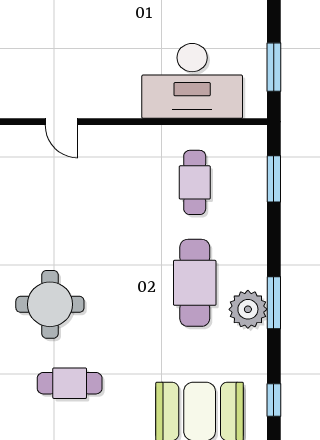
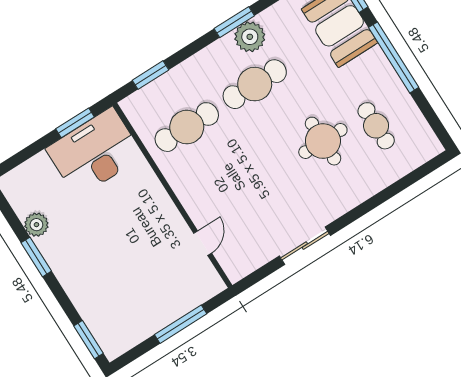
desk: (192, 81) -> (95, 152), moved, turned -90
cafe table: (195, 182) -> (187, 127), width x1.37, depth x1.35
round table: (50, 304) -> (323, 141), moved

